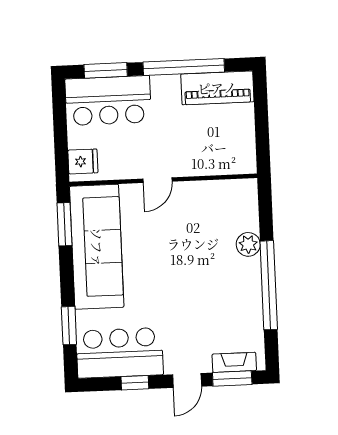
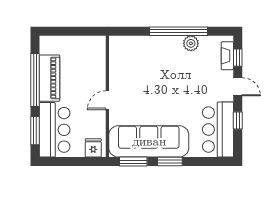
piano: (217, 88) -> (49, 78), moved
door: (158, 180) -> (107, 100), swing flipped
plant: (248, 244) -> (191, 43), moved
window: (69, 326) -> (170, 162), moved
window: (232, 378) -> (238, 58), width x0.67

